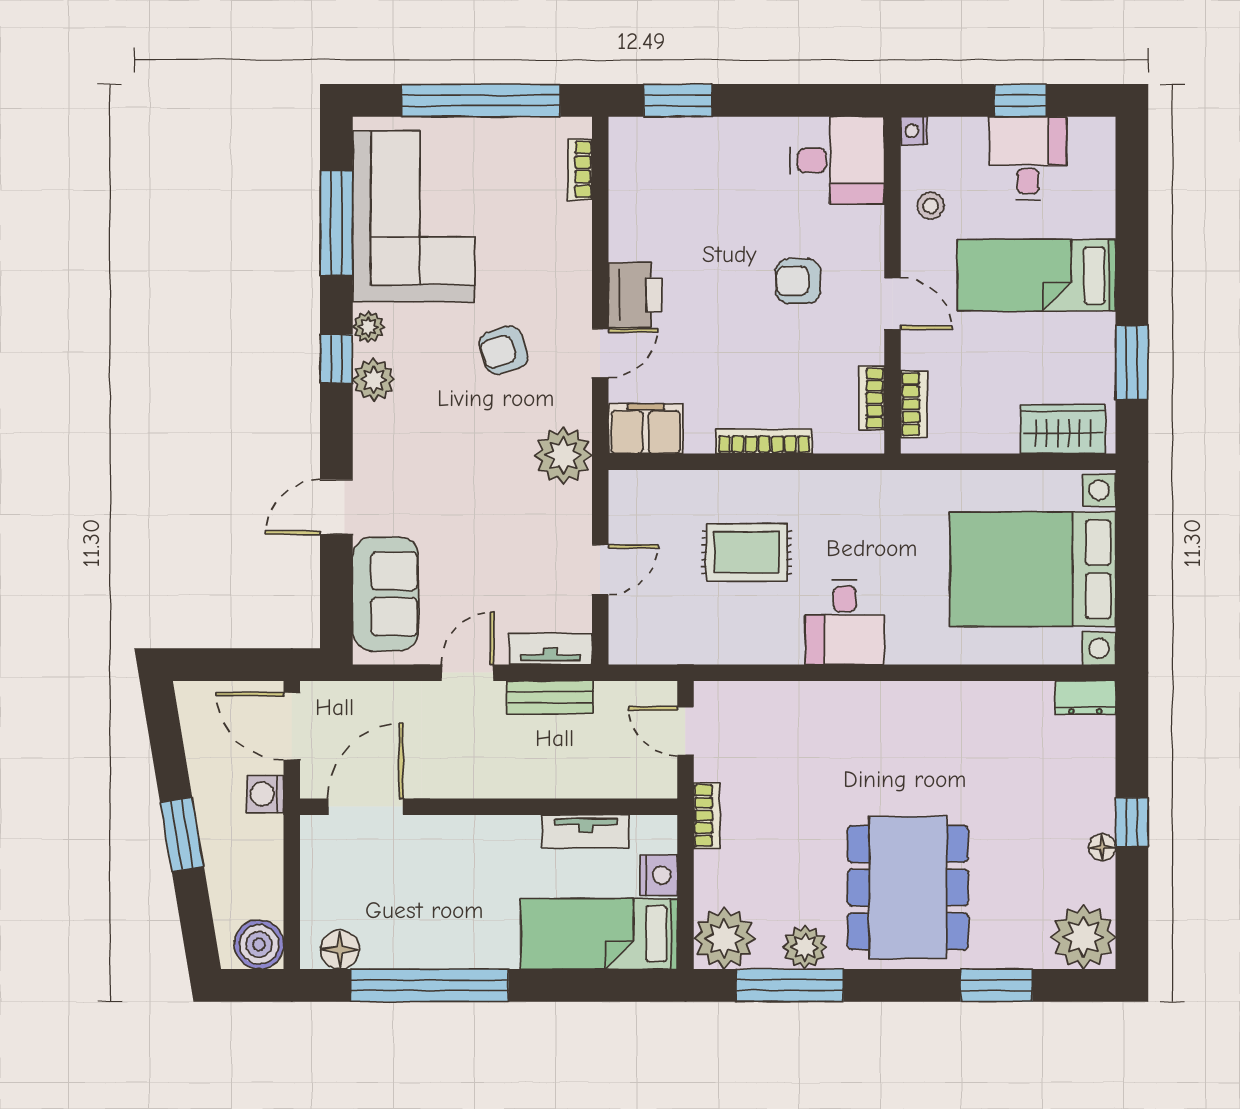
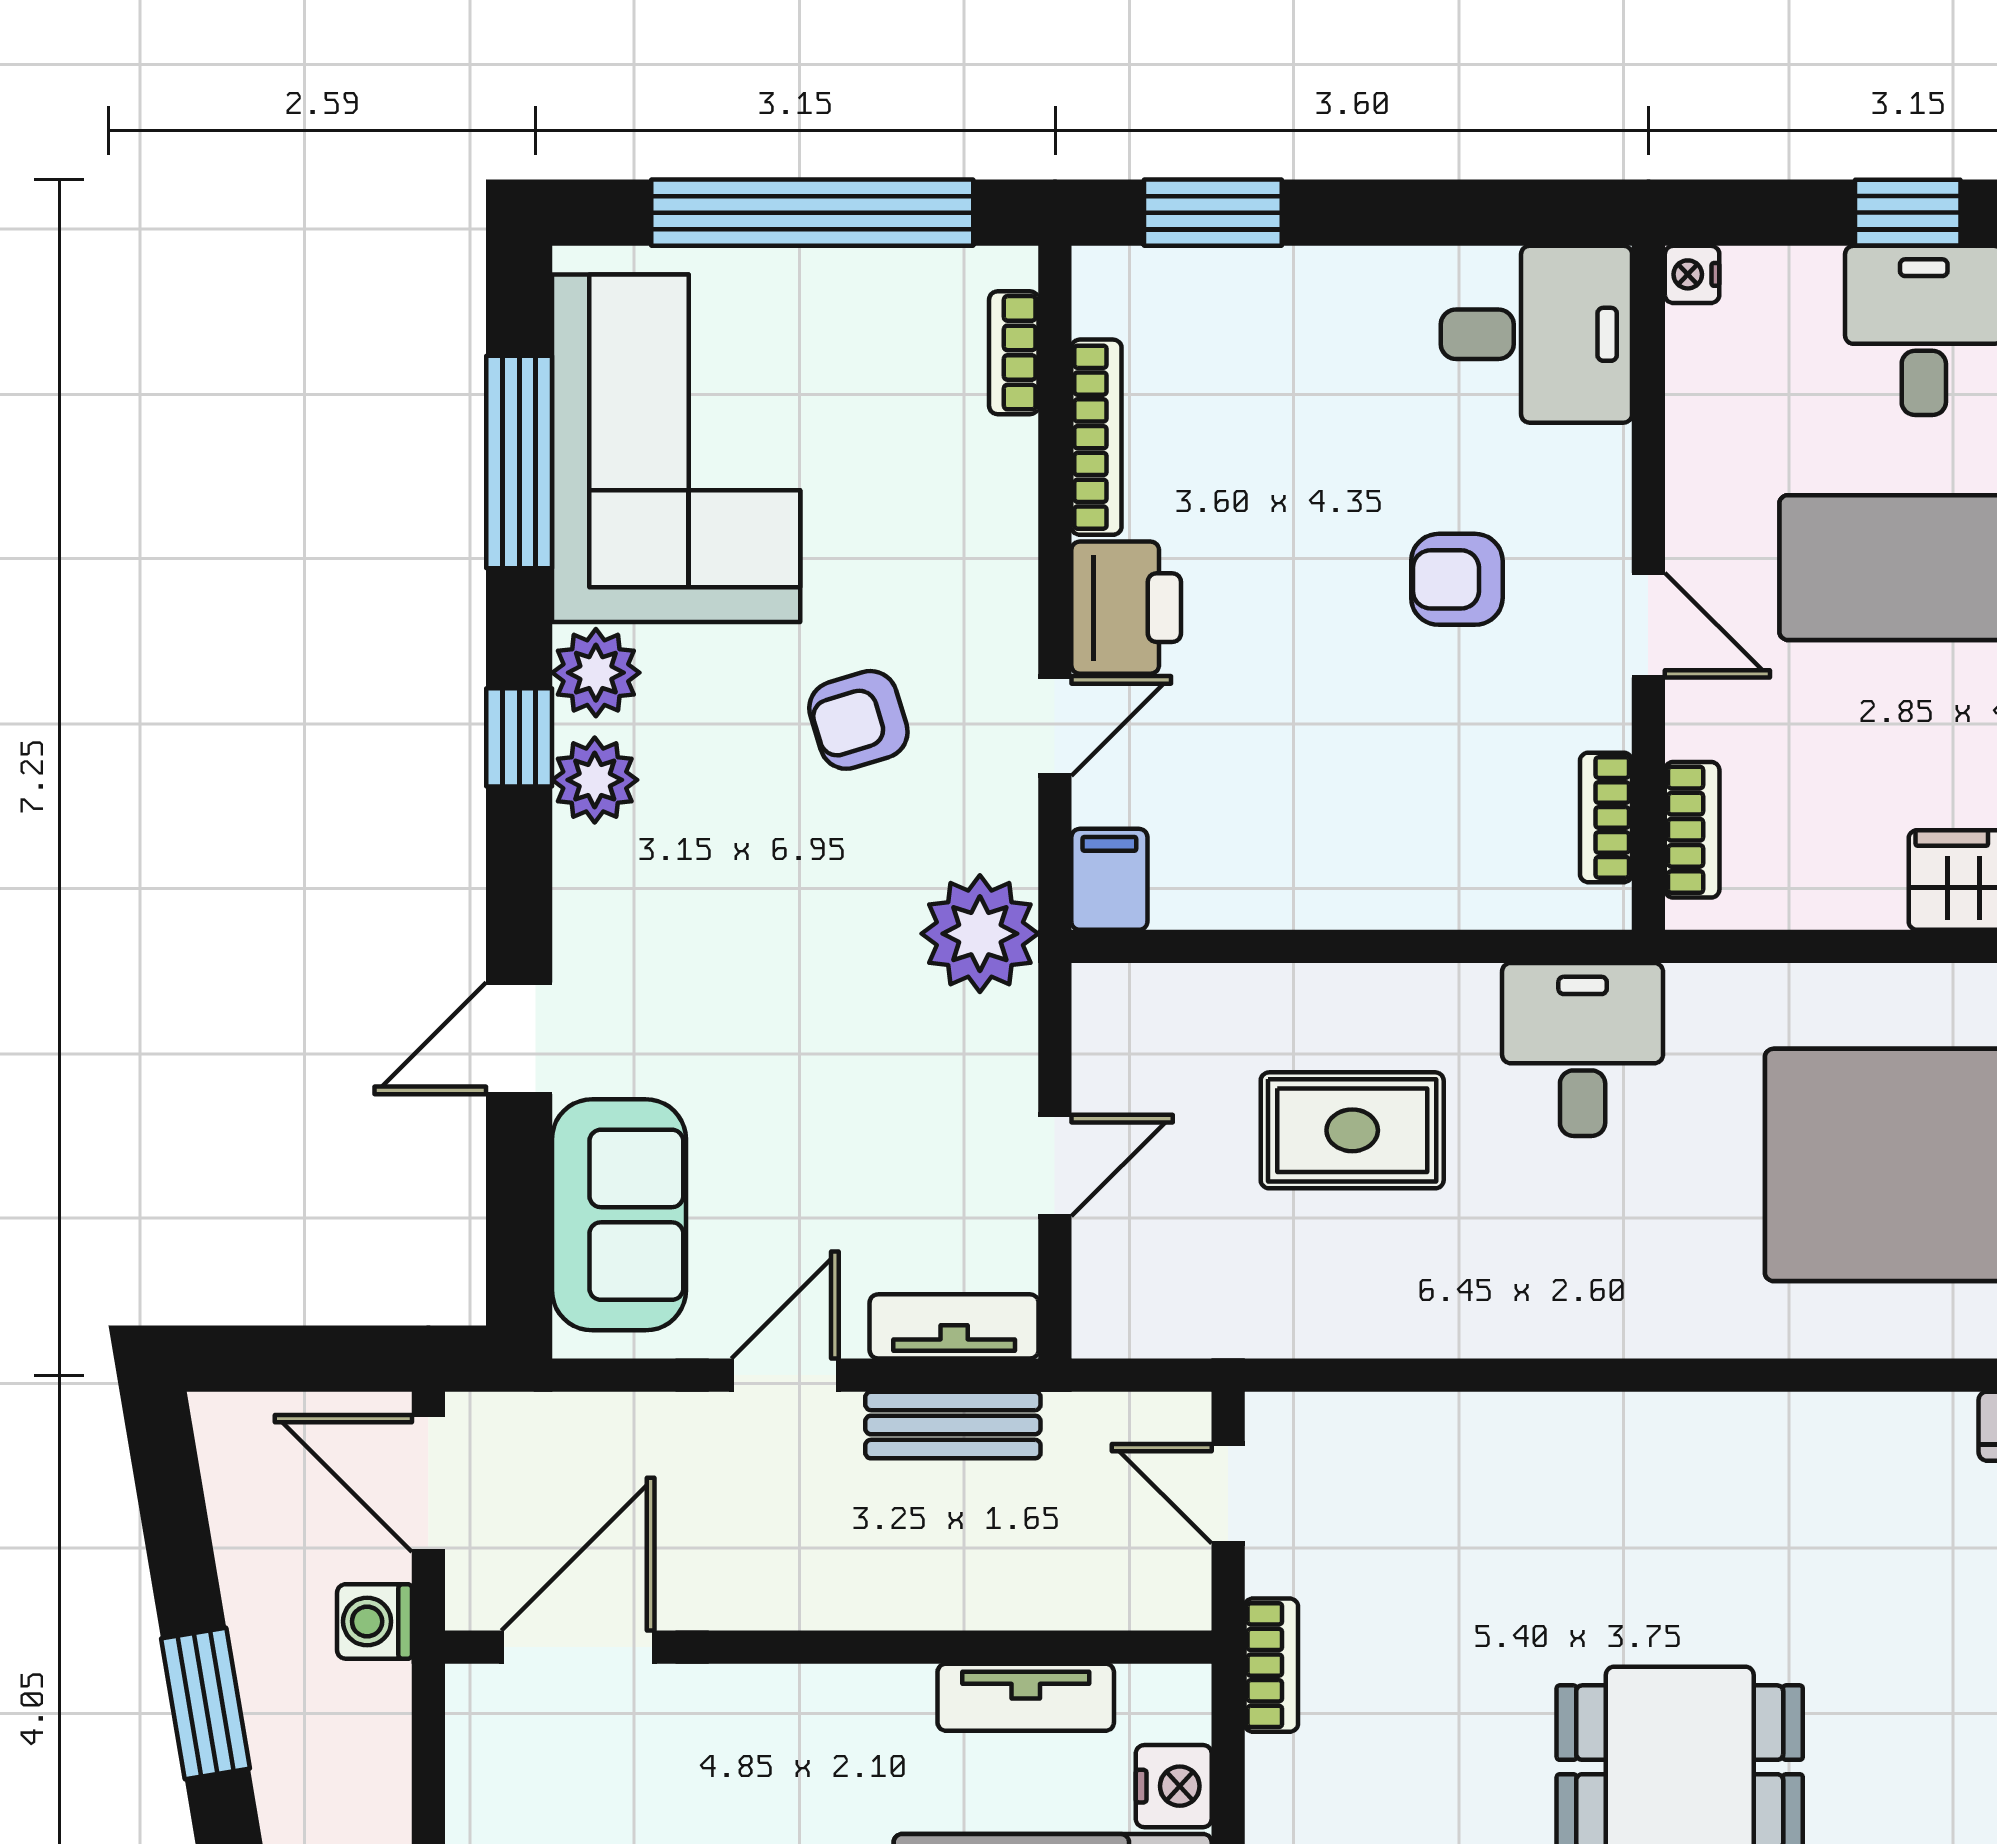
stool: (931, 206) -> (1726, 427), removed
plant: (368, 327) -> (596, 673), width x1.38, depth x1.38
filing cabinet: (646, 429) -> (1109, 879), width x0.50
bookcase: (764, 441) -> (1096, 437), moved, turned 90
desk: (845, 622) -> (1583, 1049), moved, turned 180

